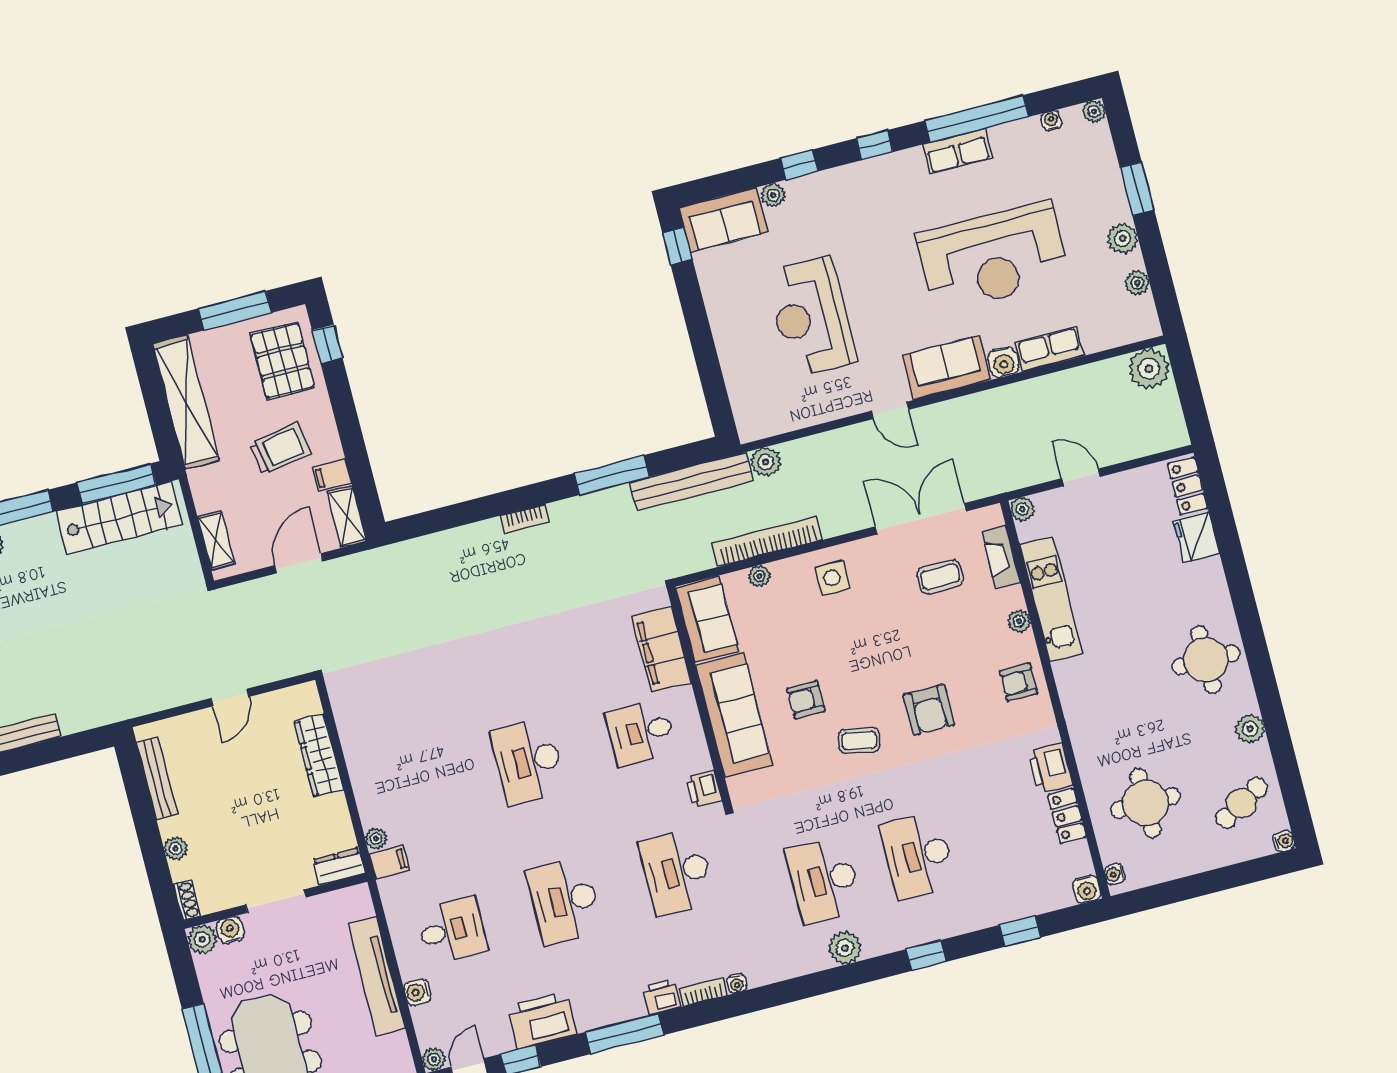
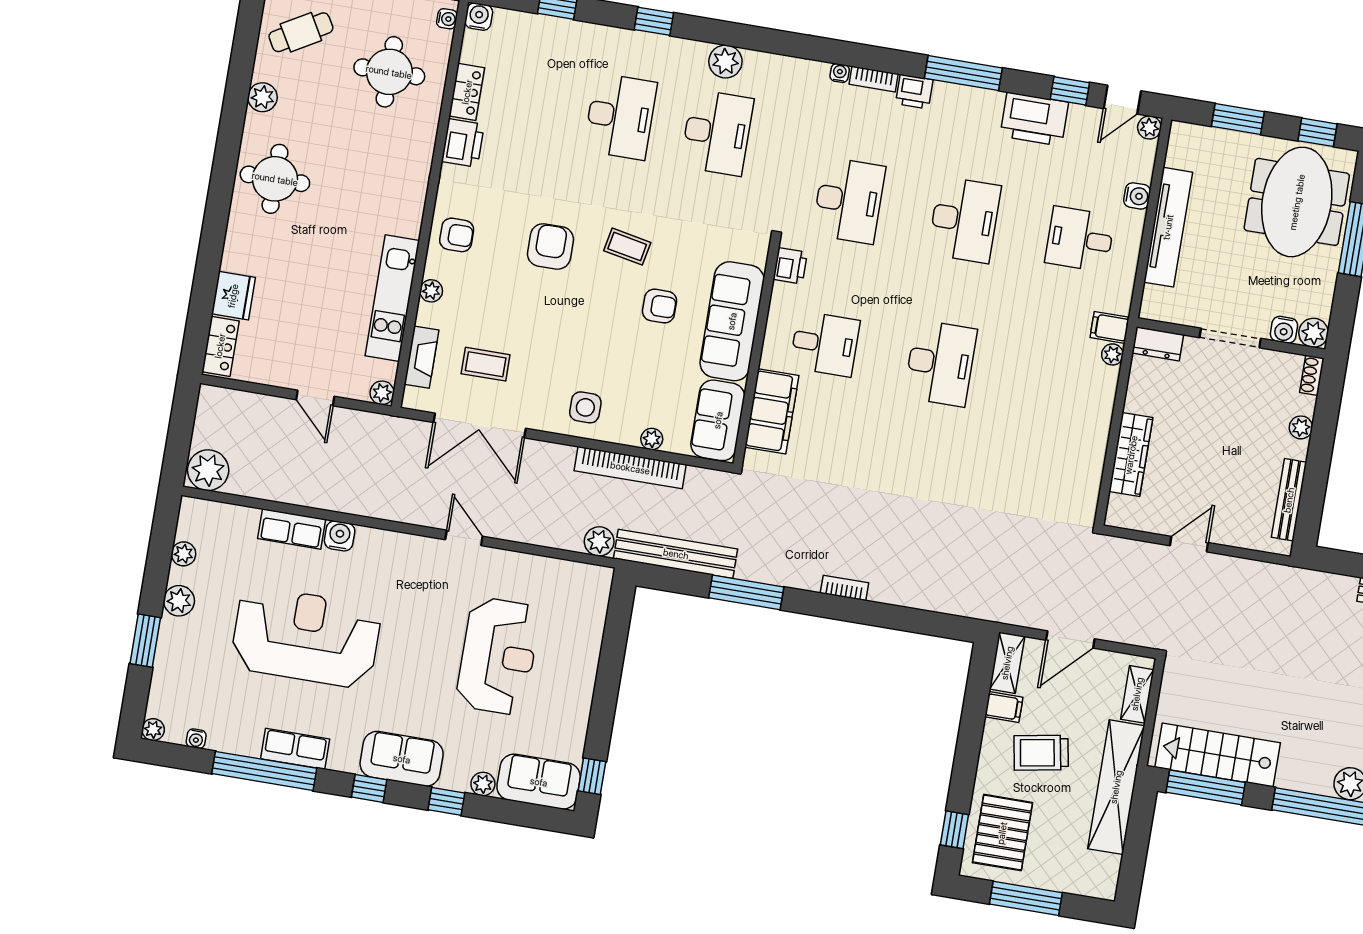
sofa: (946, 368) -> (402, 759), moved, turned 180
shelving: (186, 402) -> (1116, 787), moved

